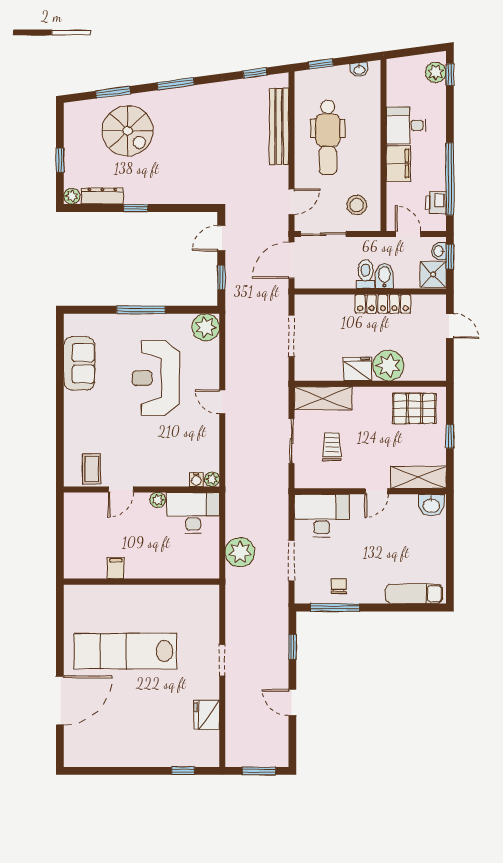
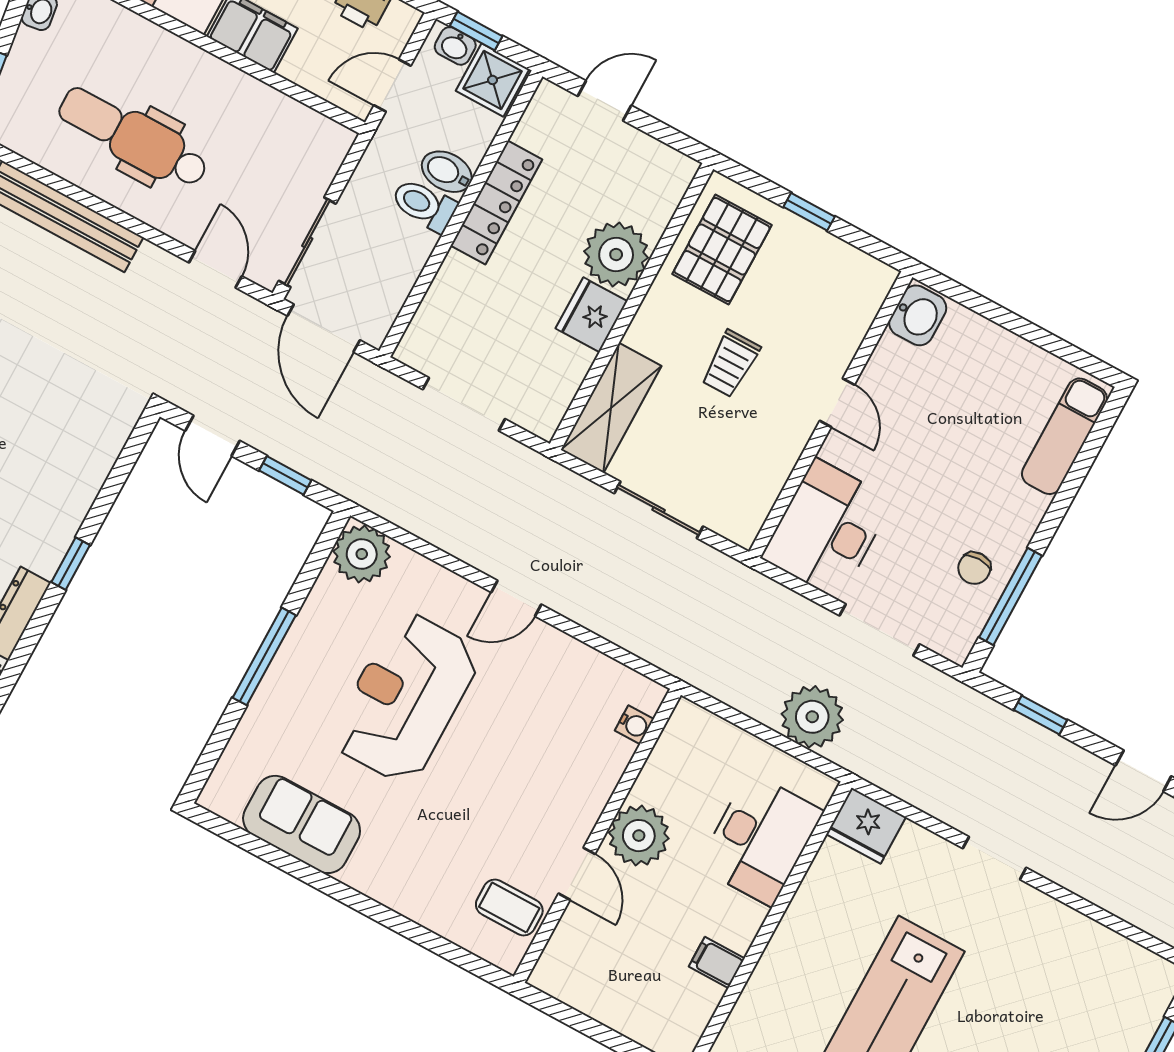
dental chair: (328, 138) -> (133, 137), turned 180
stool: (357, 205) -> (287, 152), removed
reception desk: (156, 378) -> (405, 698), turned 90
trolley: (332, 447) -> (731, 364), moved, turned -90
shelving: (418, 477) -> (853, 311), removed
plant: (212, 479) -> (649, 695), removed
plant: (158, 500) -> (639, 836), width x1.88, depth x1.88
desk: (193, 513) -> (760, 839), moved, turned 180
chair: (339, 586) -> (974, 568), turned -90
fridge: (207, 715) -> (866, 826), moved

